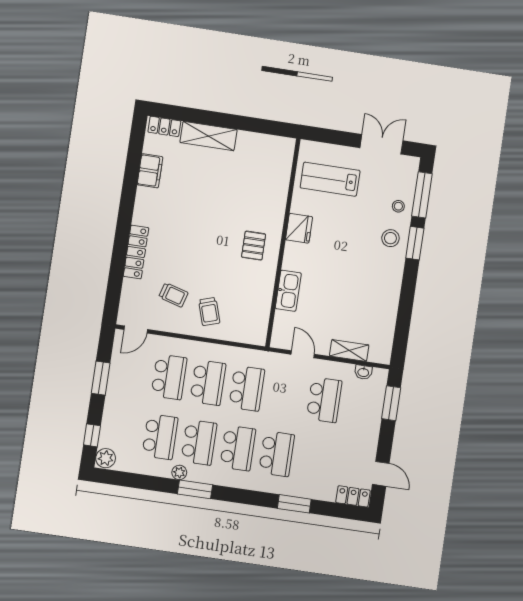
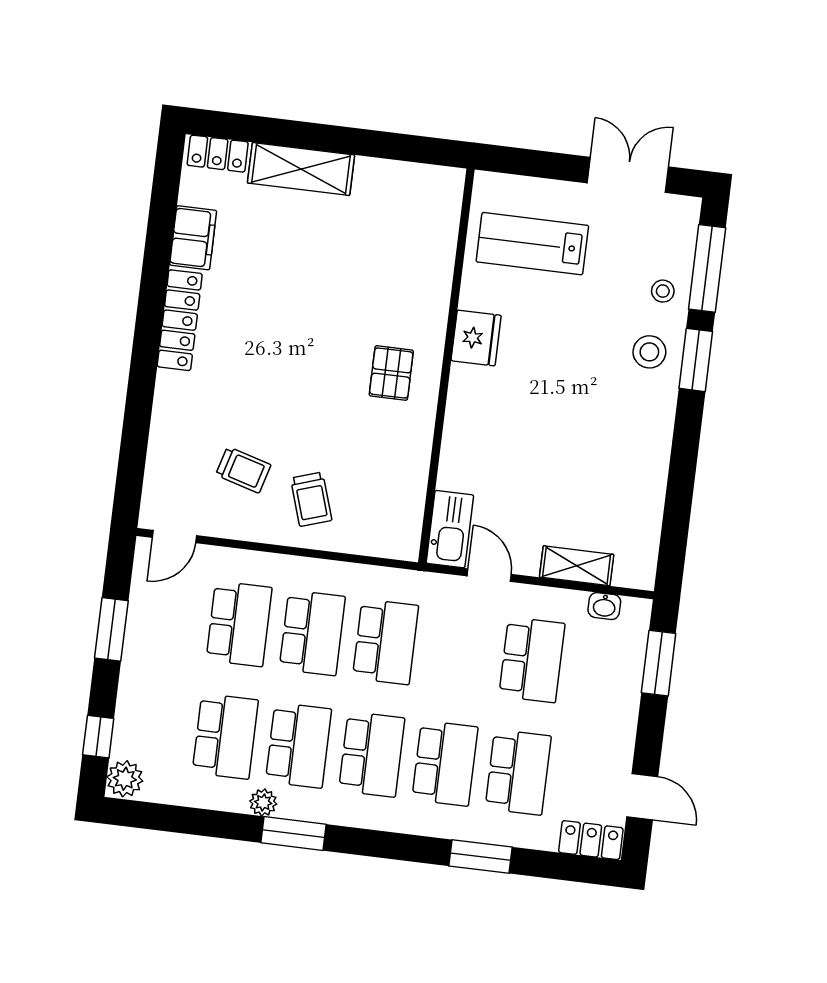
locker: (136, 252) -> (180, 320), moved
kitchen sink: (288, 291) -> (450, 529), moved
school desk: (315, 459) -> (518, 772), added

